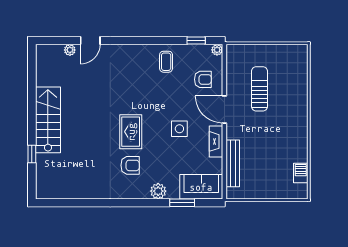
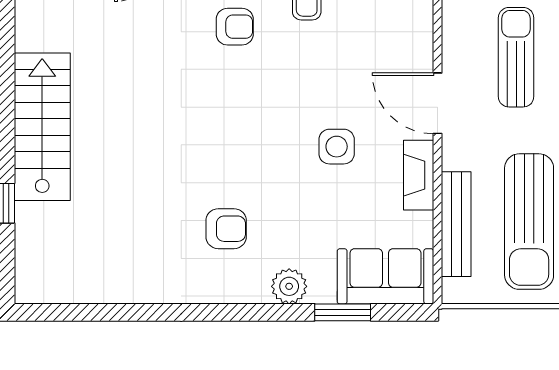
armchair: (203, 79) -> (235, 27), moved
rug: (131, 132) -> (227, 153), removed
sun lounger: (265, 162) -> (529, 222), added

